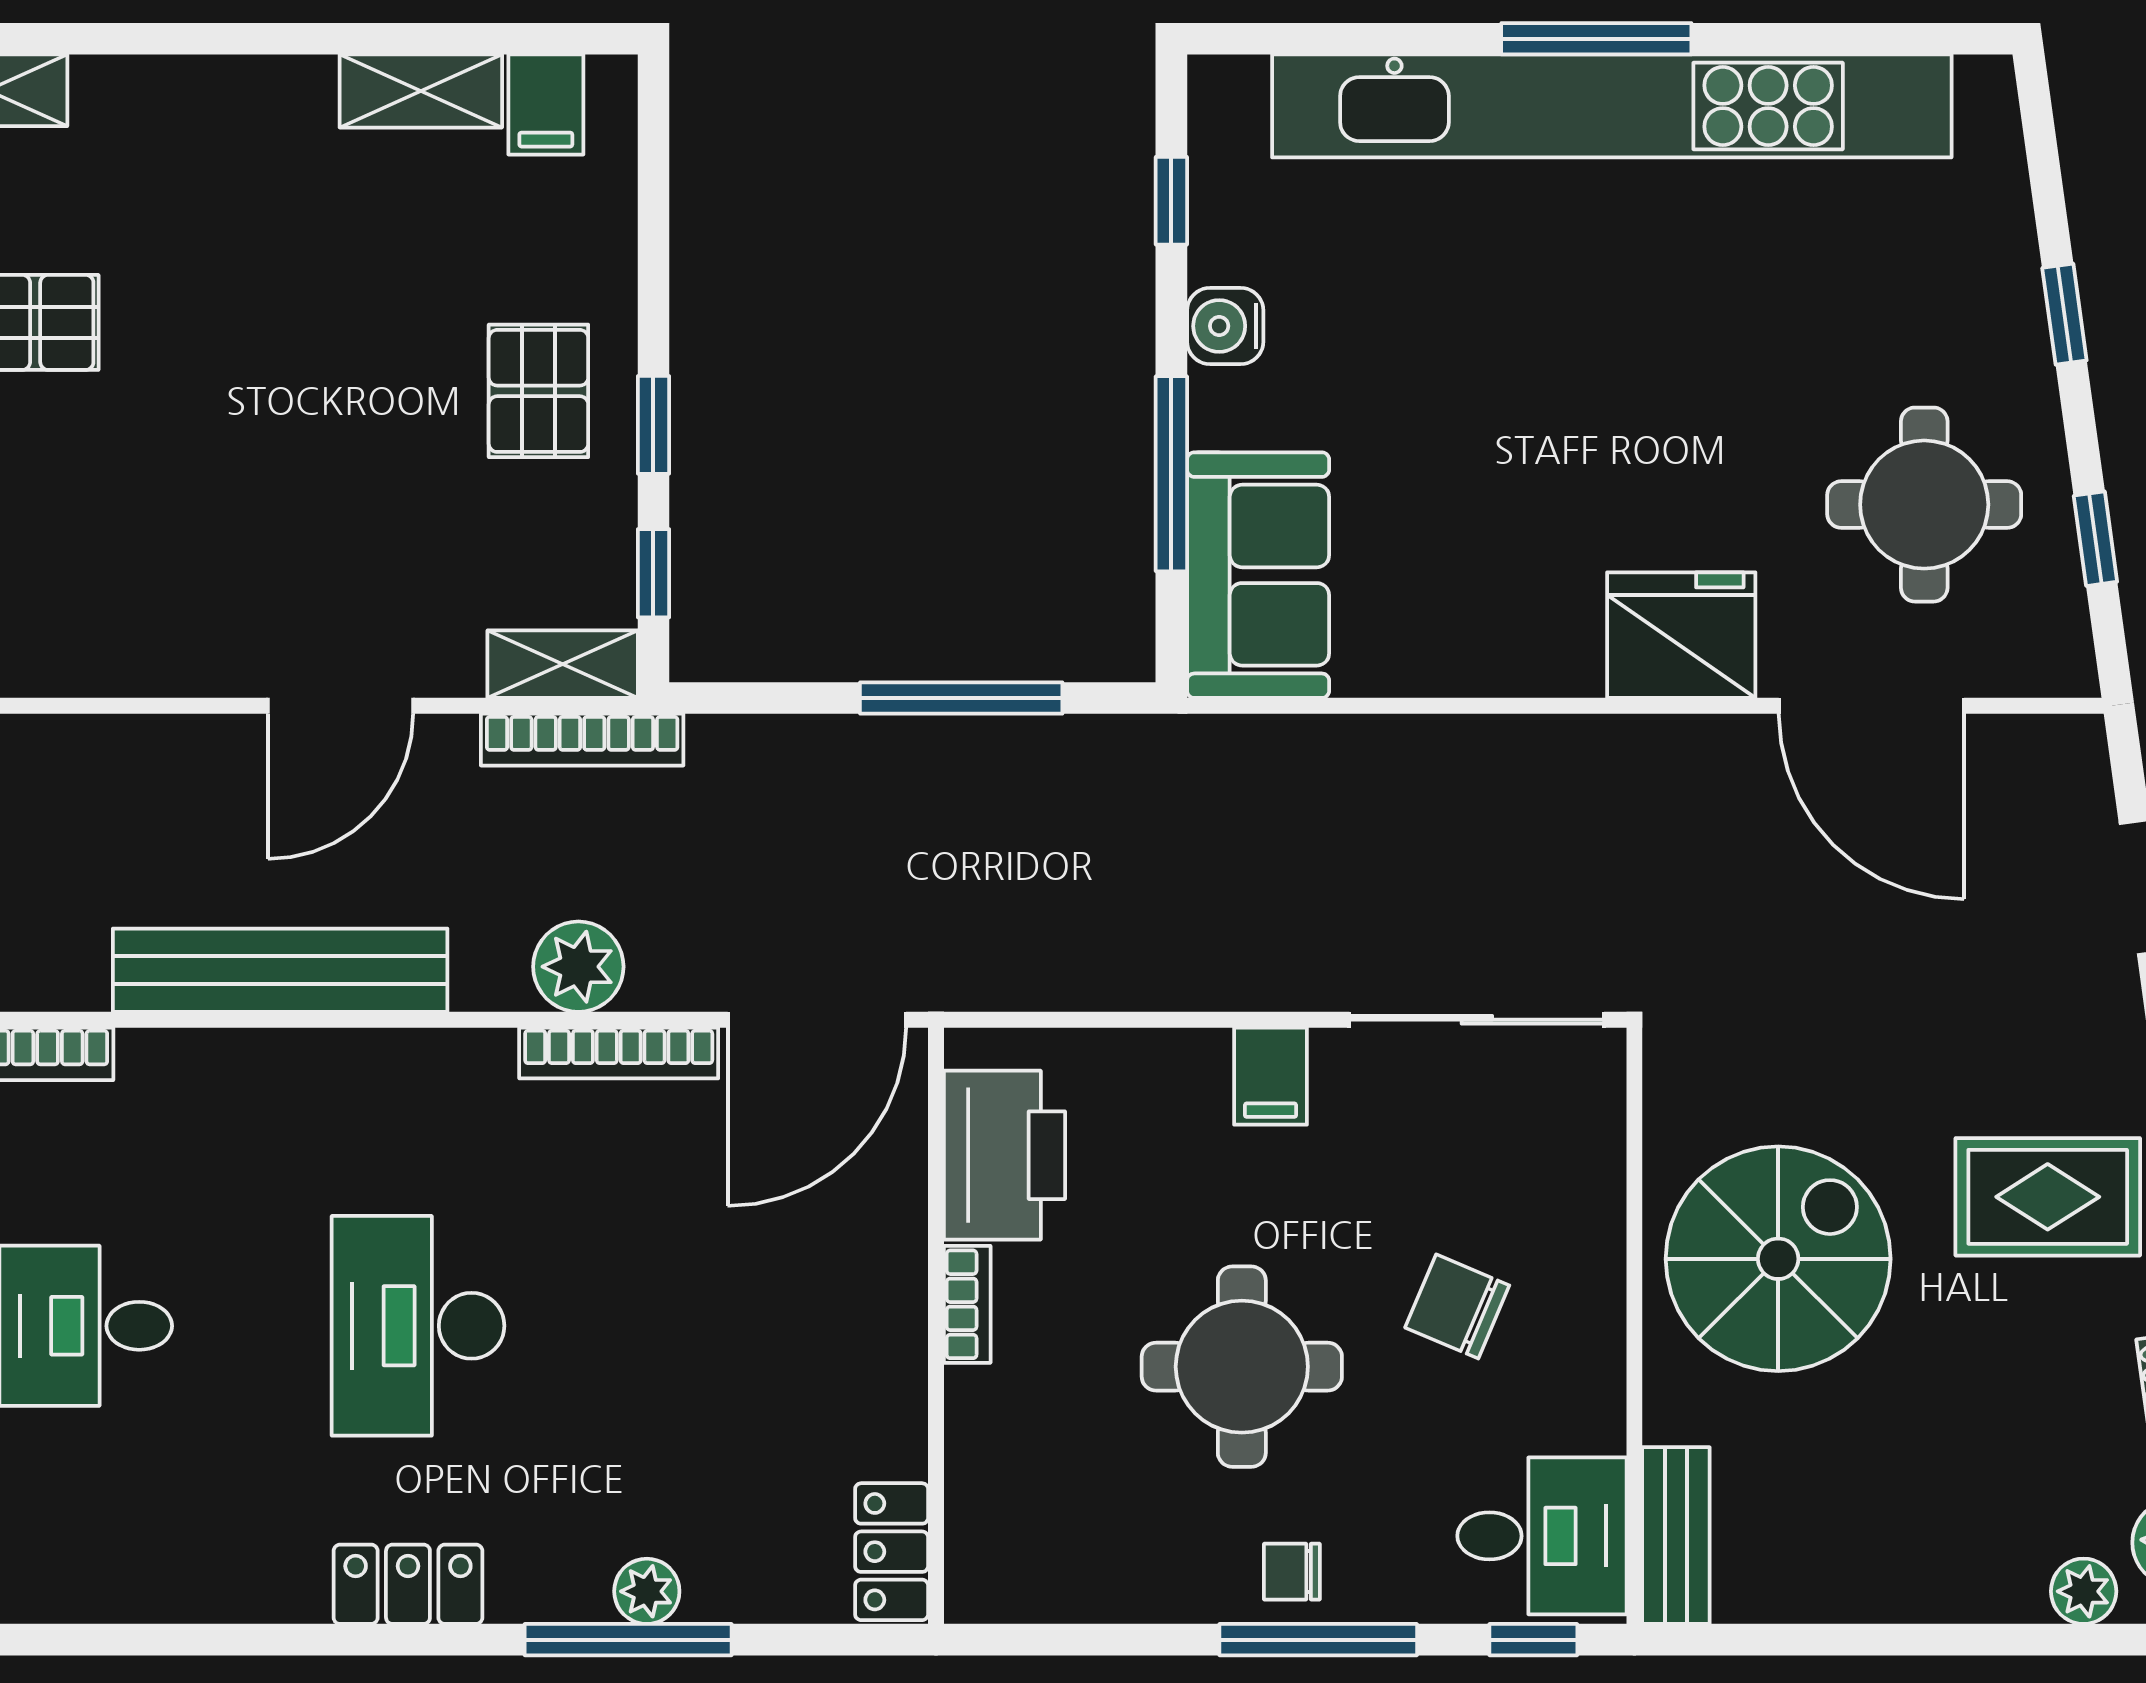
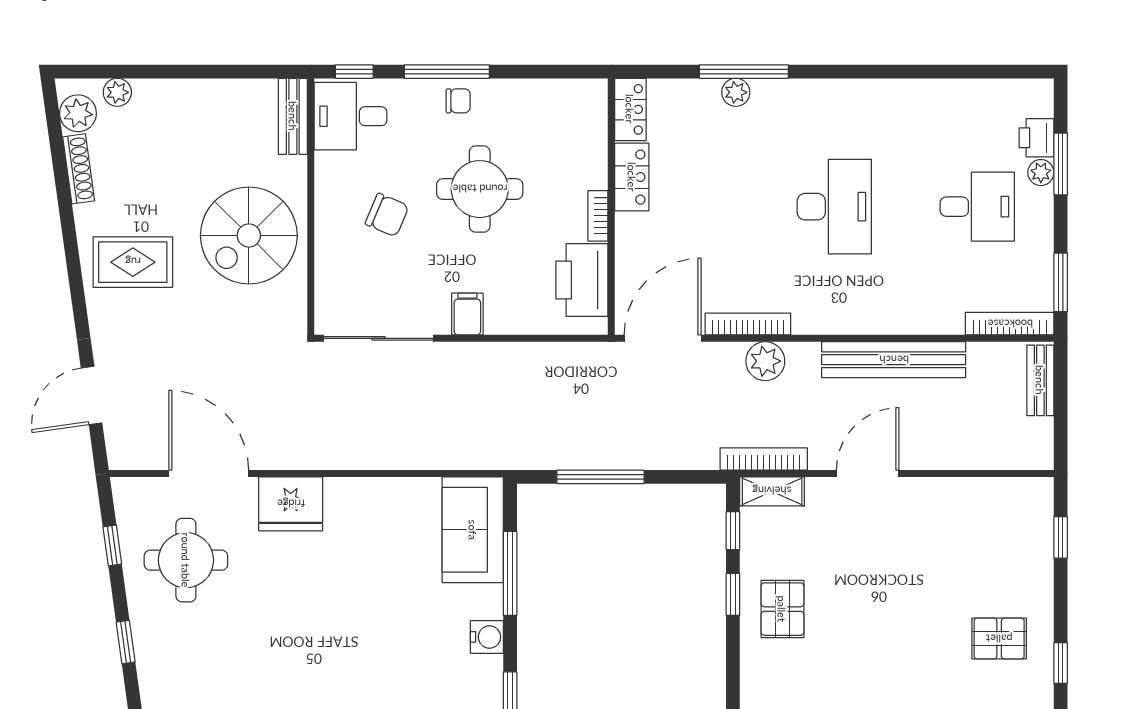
locker: (408, 1584) -> (632, 177), moved, turned -90

